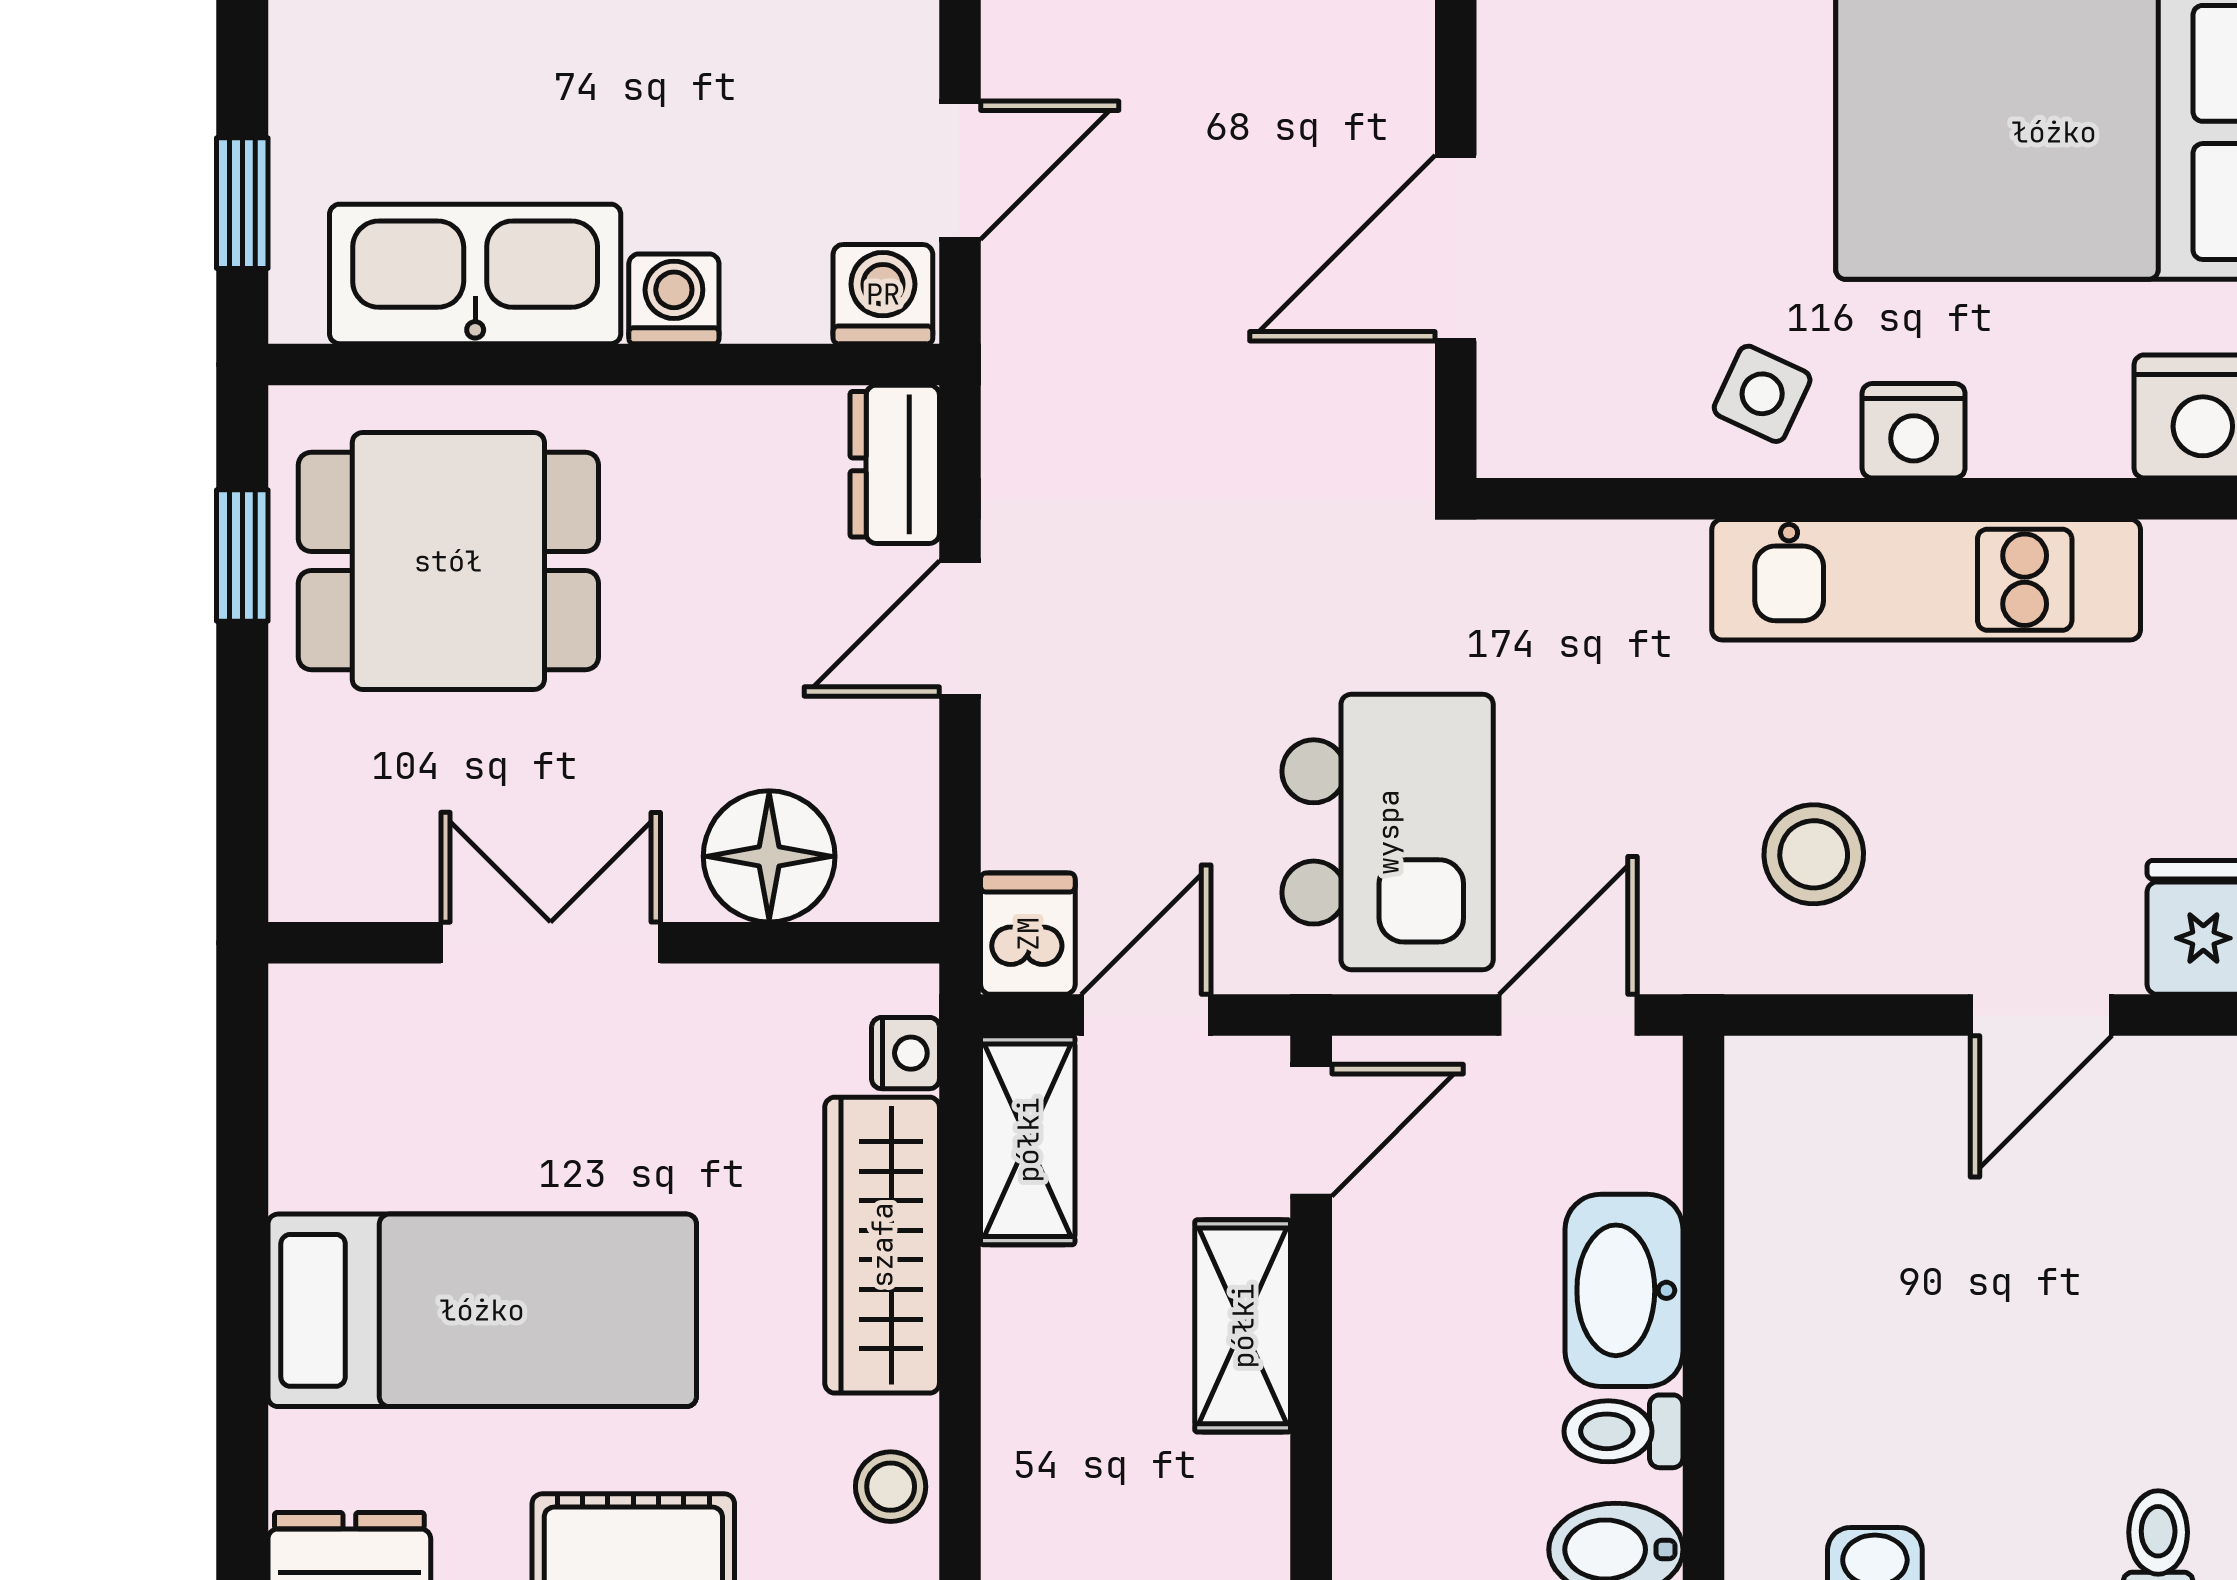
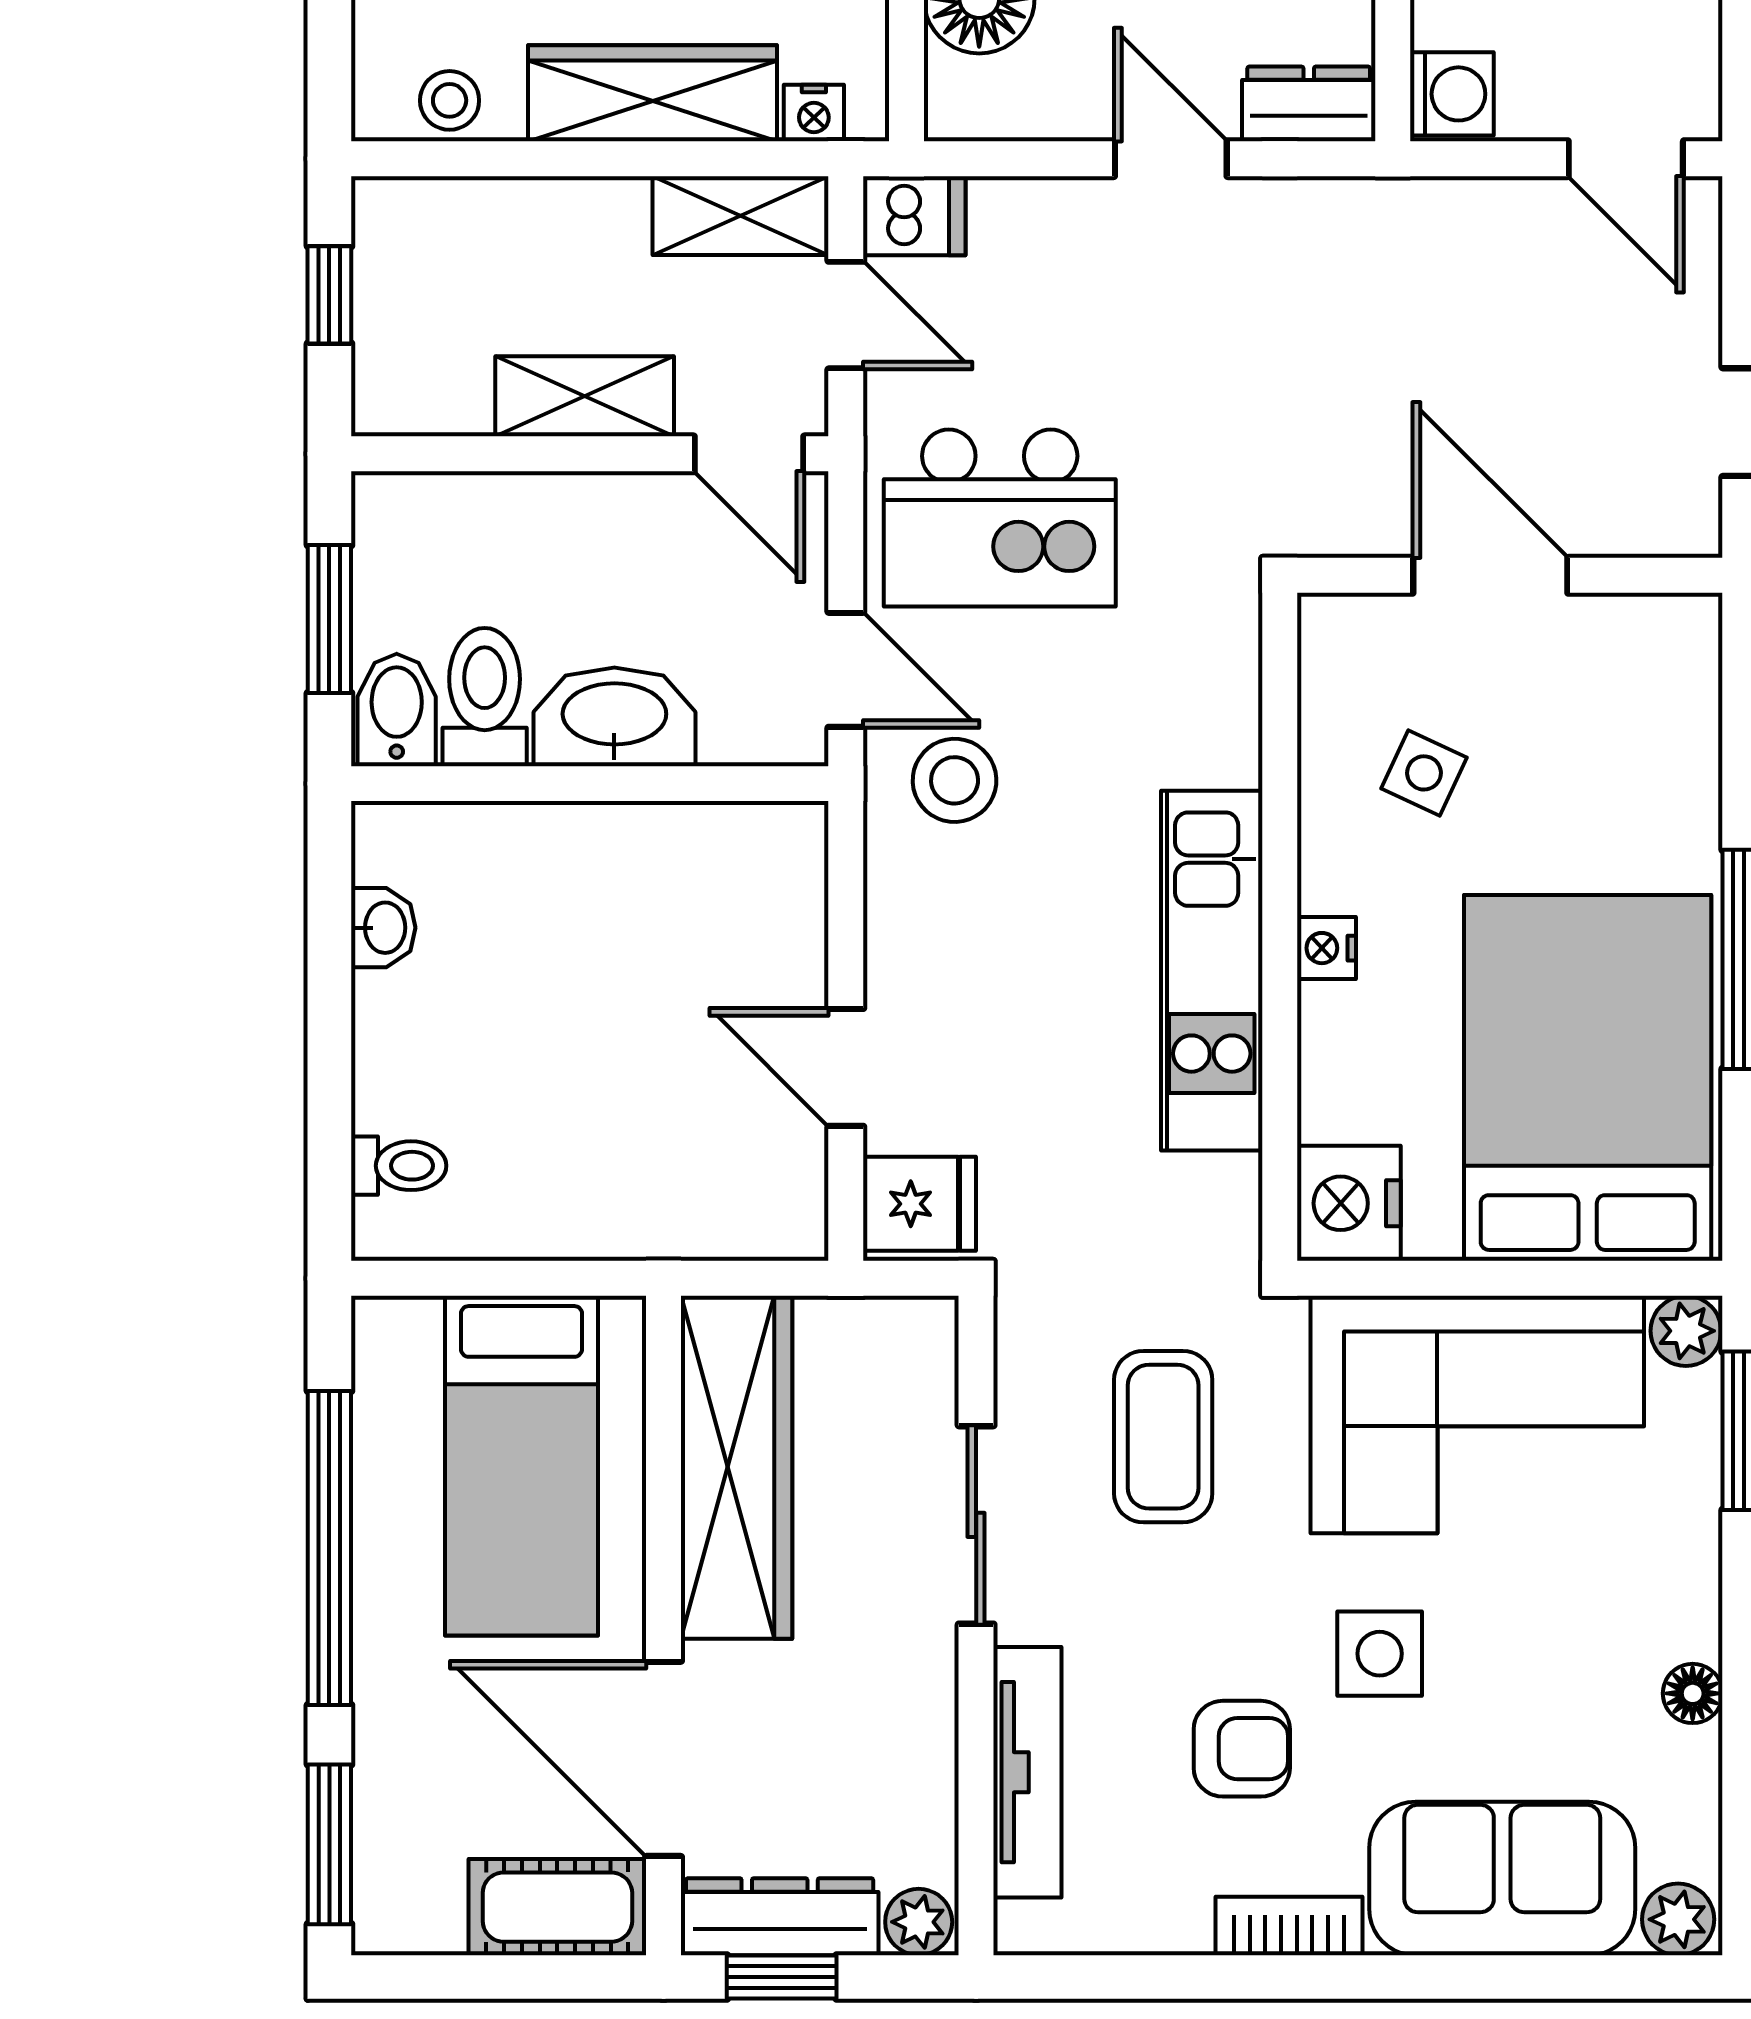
door: (960, 170) -> (1626, 159), moved
side table: (1762, 394) -> (1424, 773), moved
nightstand: (1914, 431) -> (1327, 948), width x0.72, depth x0.74
stool: (1814, 854) -> (955, 780), moved
toilet: (1623, 1431) -> (485, 697), width x1.37, depth x1.39

